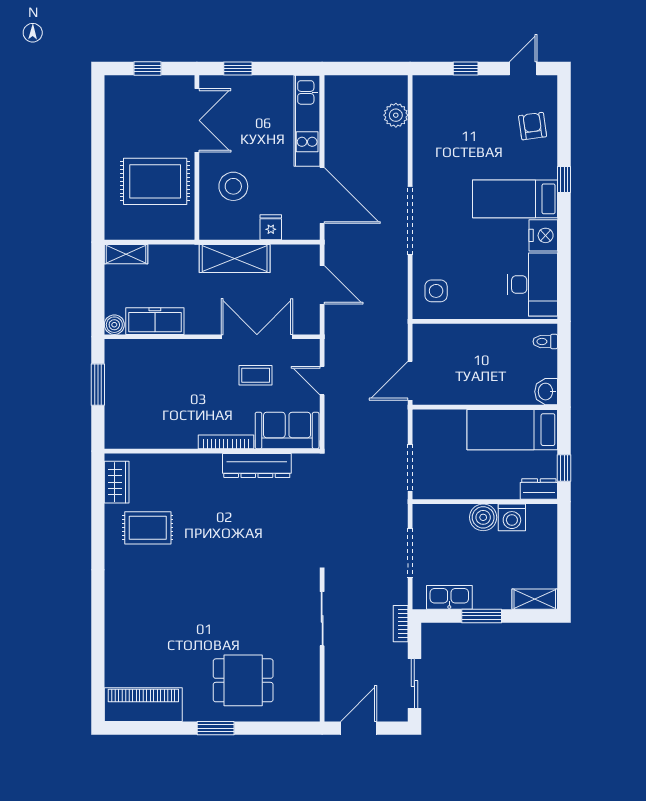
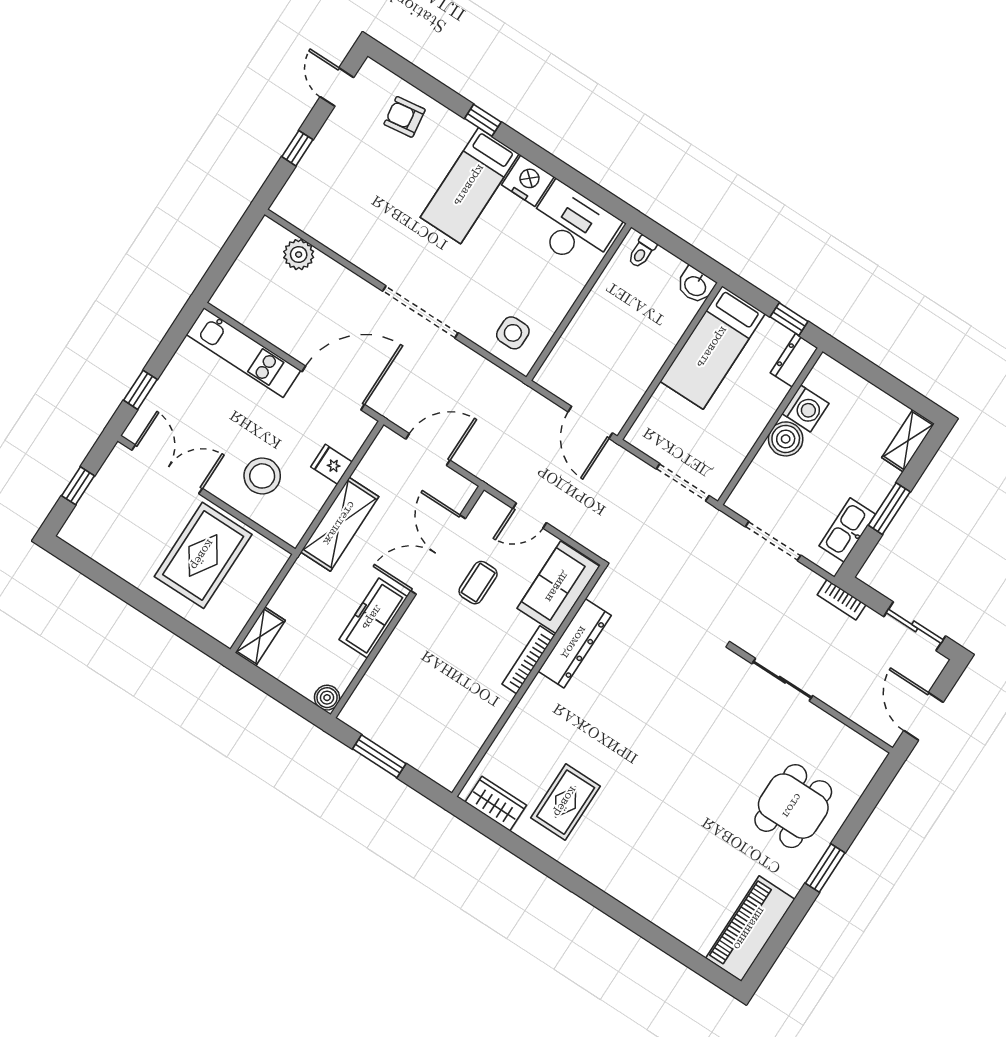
freezer: (155, 321) -> (373, 618), moved

